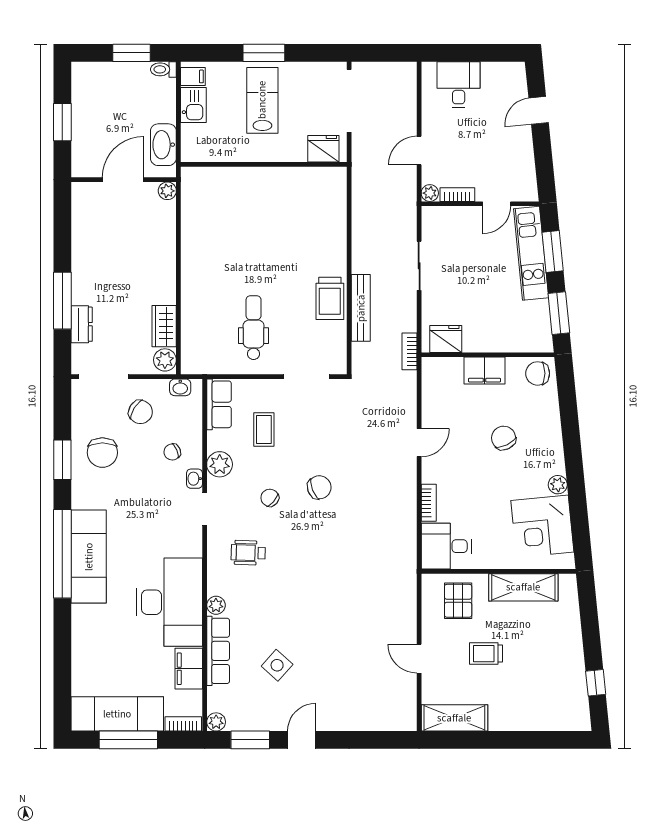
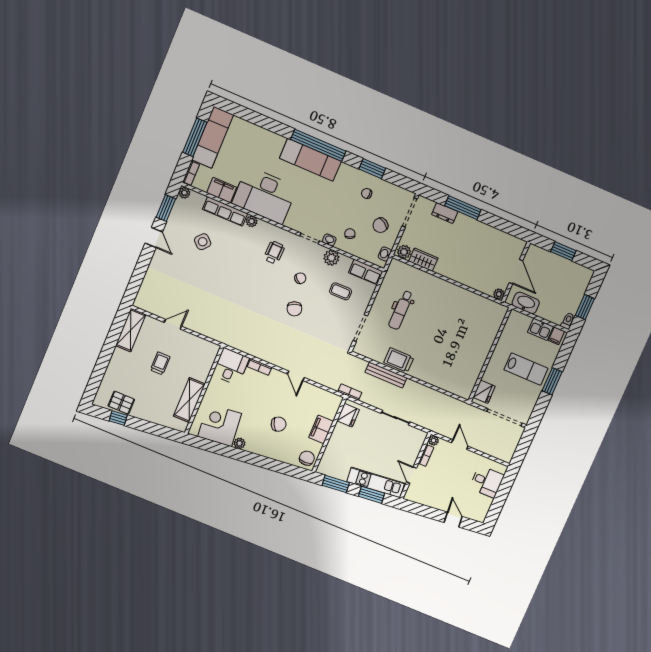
dental chair: (254, 328) -> (401, 310), turned 90
chair: (102, 453) -> (367, 193), width x0.54, depth x0.54
pallet: (458, 601) -> (121, 403), moved

